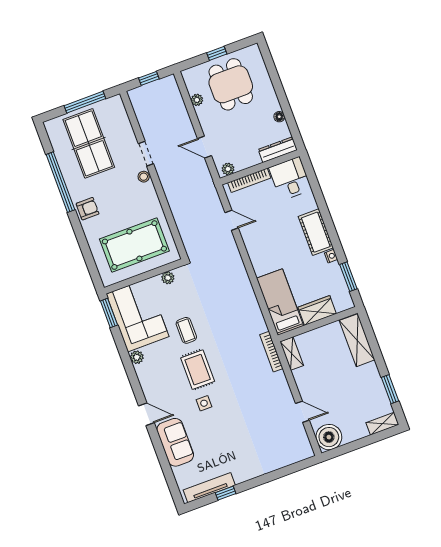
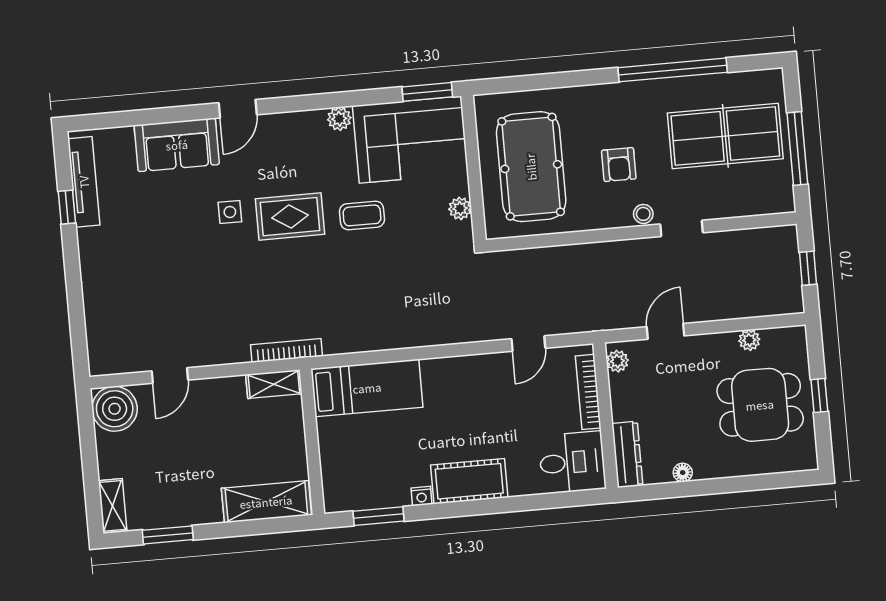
armchair: (88, 209) -> (619, 165), moved
wardrobe: (317, 311) -> (335, 447), removed

